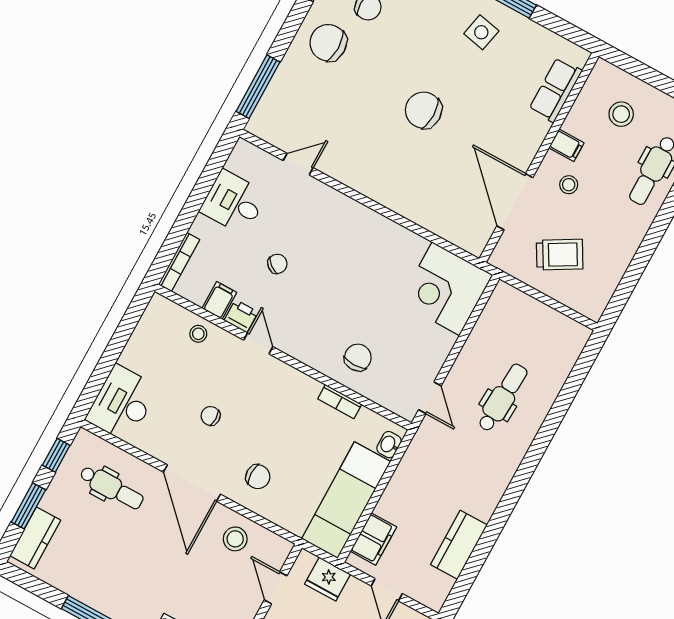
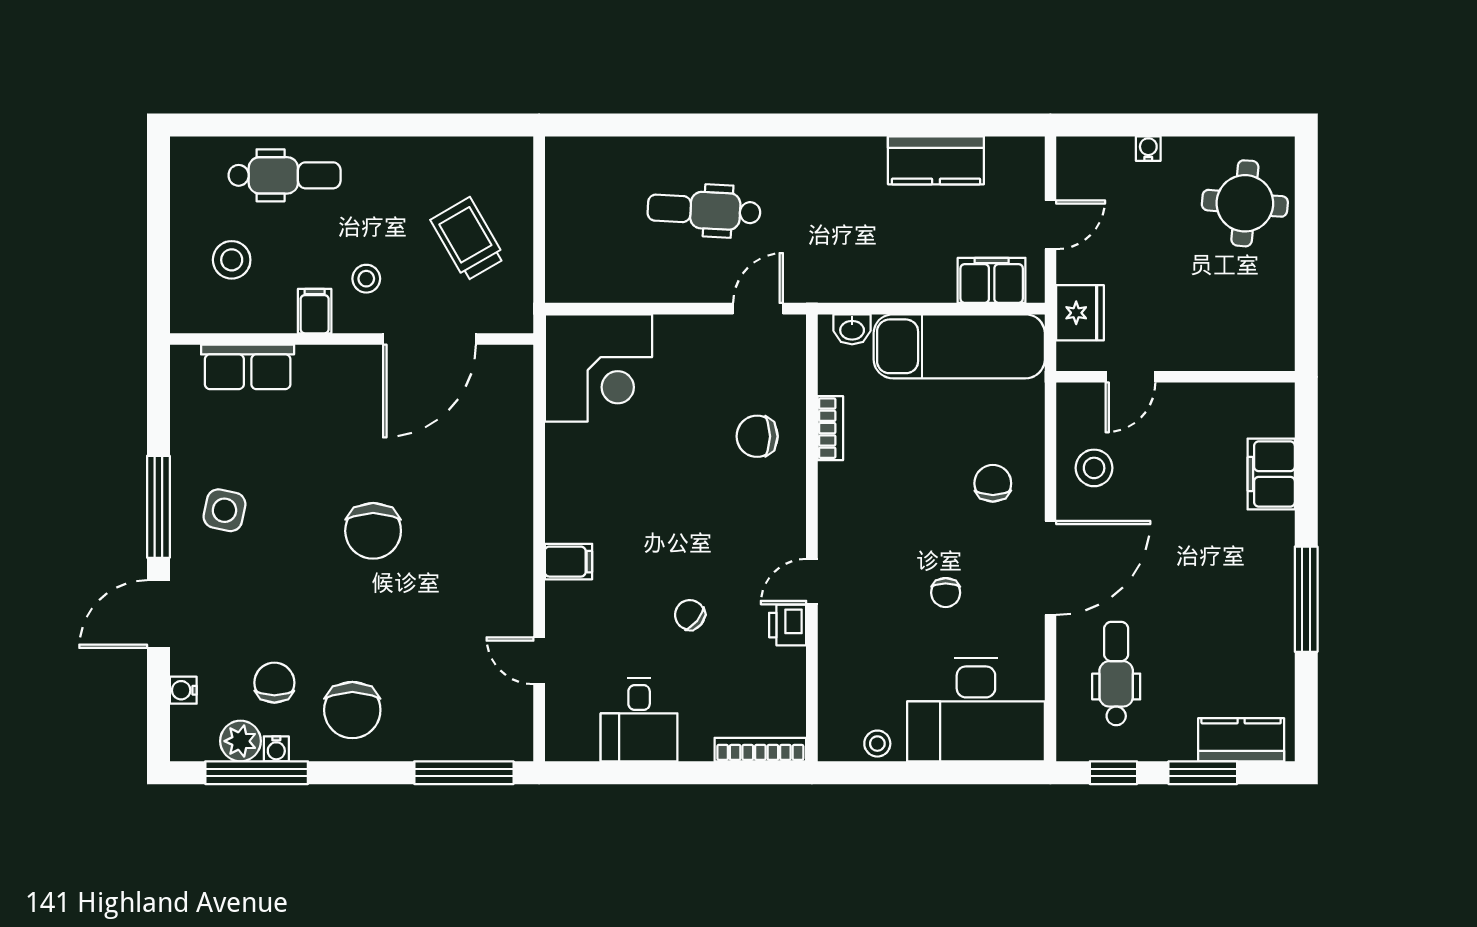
filing cabinet: (219, 300) -> (568, 562), moved, turned 180
stool: (198, 334) -> (877, 744), moved
desk: (122, 403) -> (976, 710), width x1.36, depth x1.30

